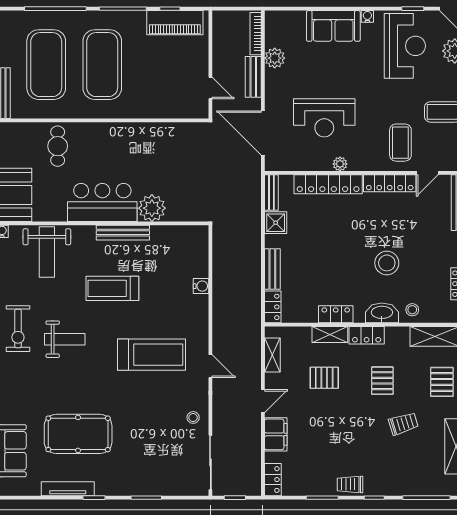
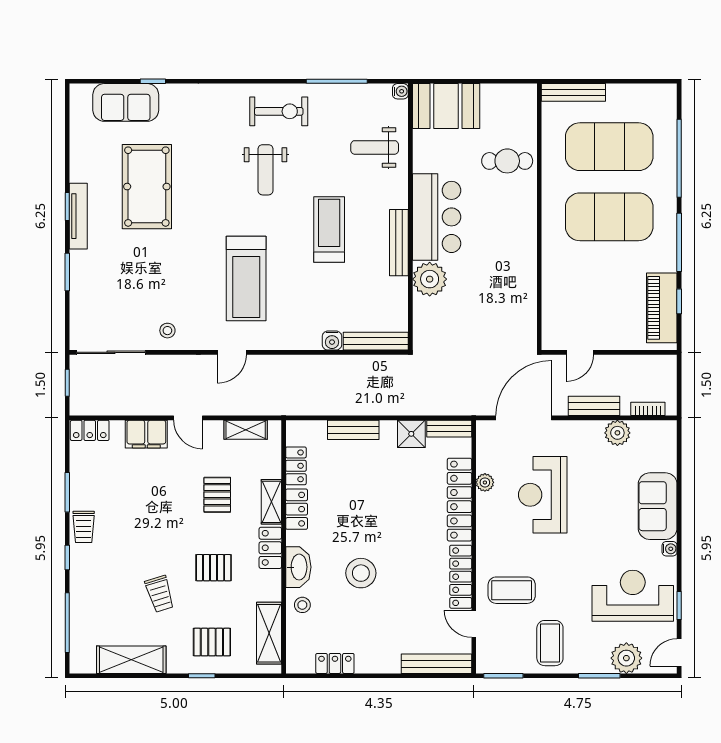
bookcase: (256, 34) -> (648, 409), width x0.64
reception desk: (405, 46) -> (633, 596), turned 180
plant: (340, 164) -> (485, 482), moved
bench: (201, 251) -> (376, 341), added
weight bench: (47, 252) -> (375, 147), width x0.73, depth x0.75
locker: (273, 307) -> (296, 466), moved, turned -90
exercise bike: (18, 329) -> (279, 111), turned 180
trolley: (350, 484) -> (84, 527), turned 180
tv unit: (68, 489) -> (78, 216), moved

